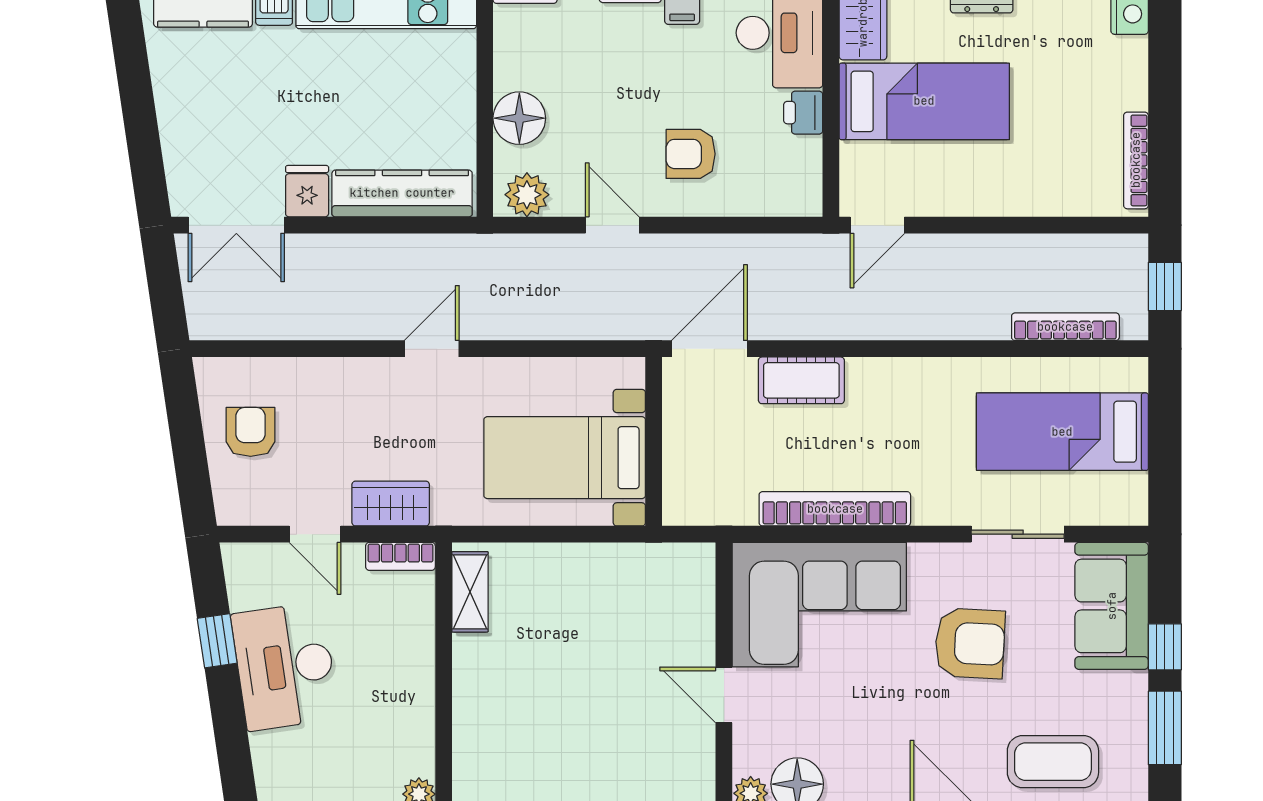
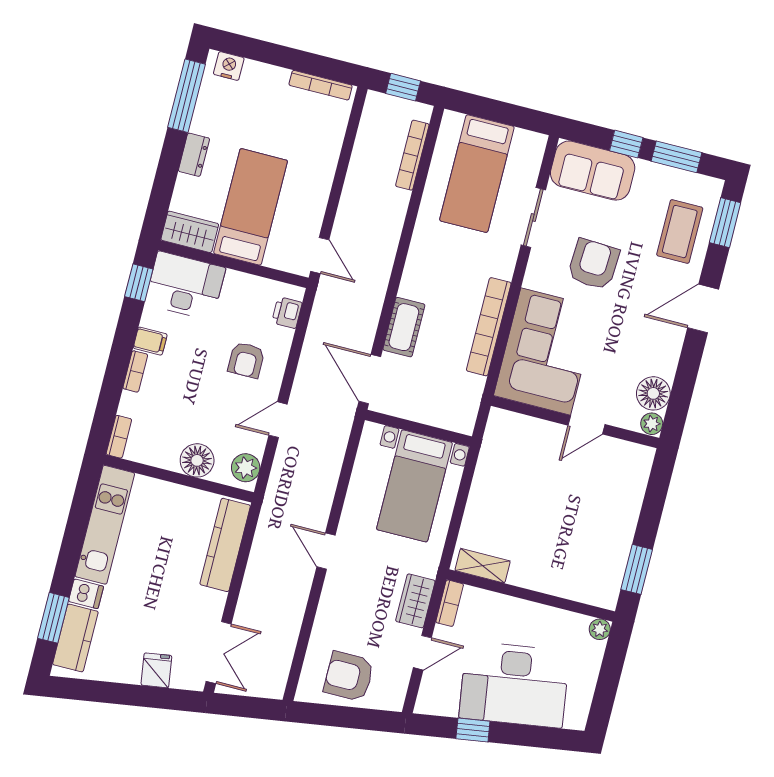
printer: (803, 113) -> (287, 313), moved, turned 90
fridge: (307, 191) -> (156, 670), moved, turned 82
armchair: (251, 432) -> (349, 676), width x1.38, depth x1.38
desk: (285, 666) -> (514, 685), width x1.36, depth x1.30

